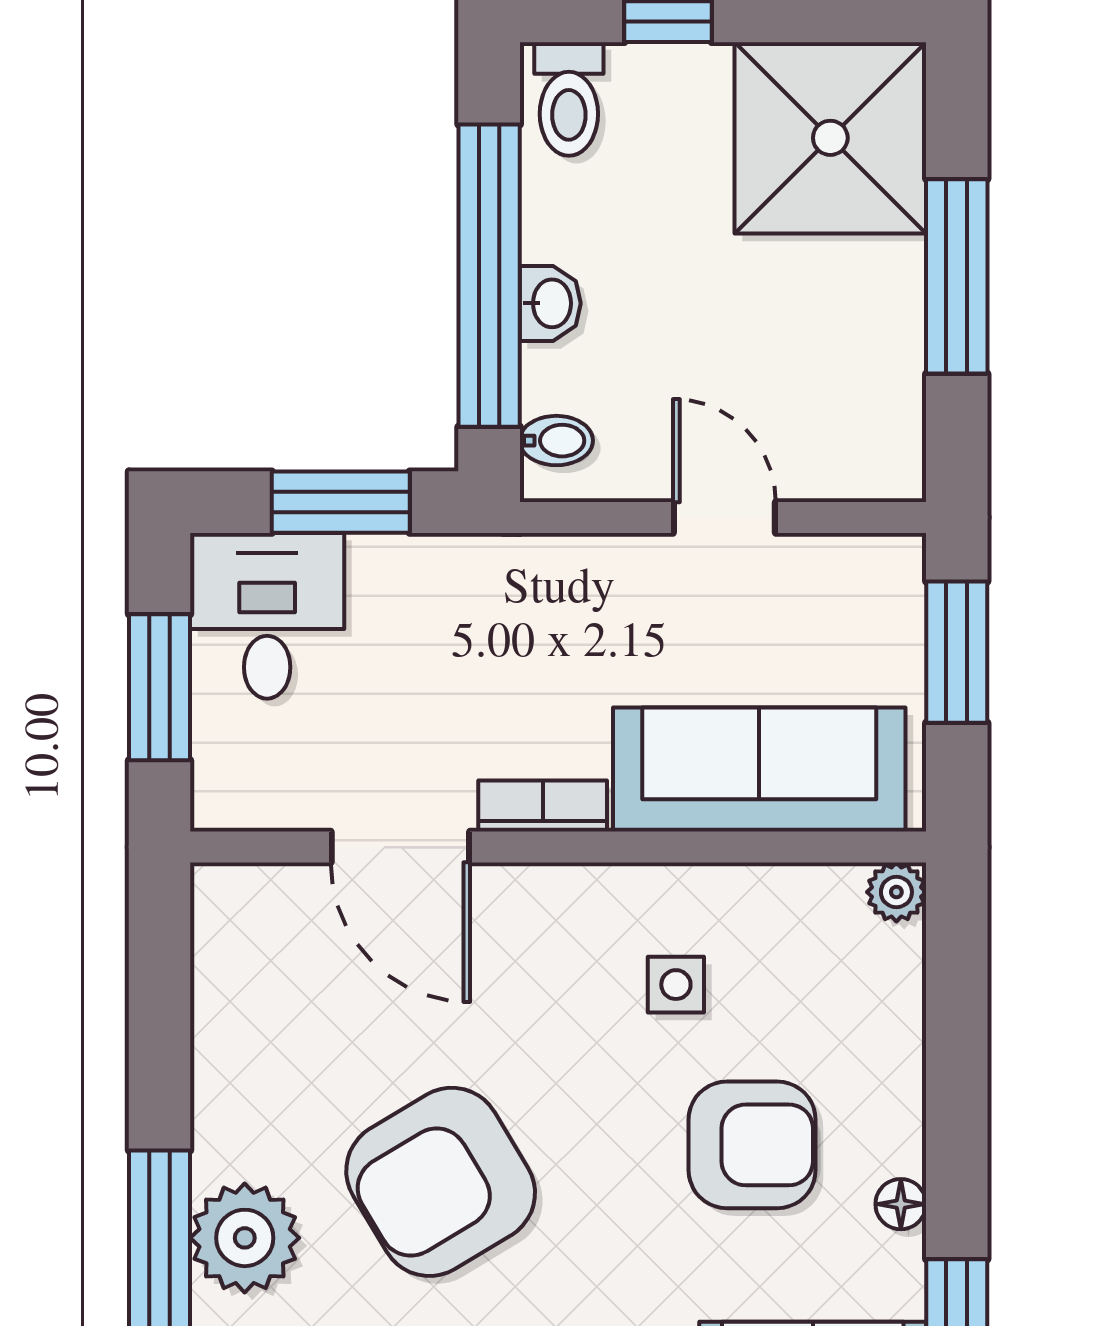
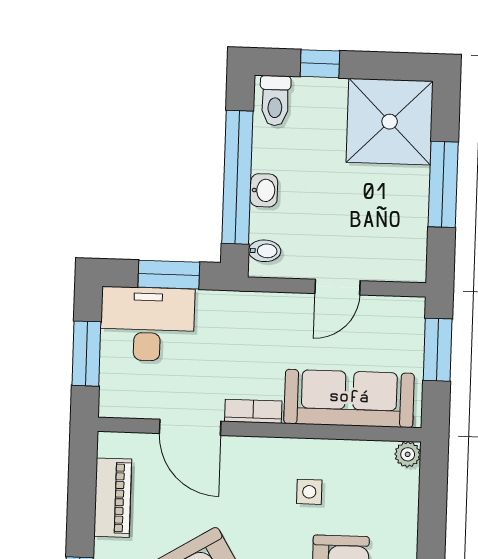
door: (724, 517) -> (337, 287), swing flipped
desk: (267, 616) -> (147, 324), width x1.37
piano: (230, 1013) -> (113, 498), added

